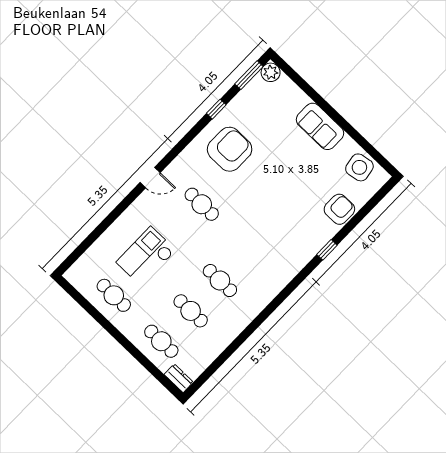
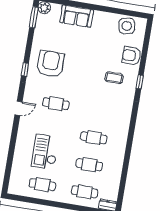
window: (216, 109) -> (25, 69), moved
sofa: (320, 126) -> (77, 16), moved
armchair: (339, 209) -> (131, 56), turned -90
coffee table: (298, 222) -> (114, 78), added

